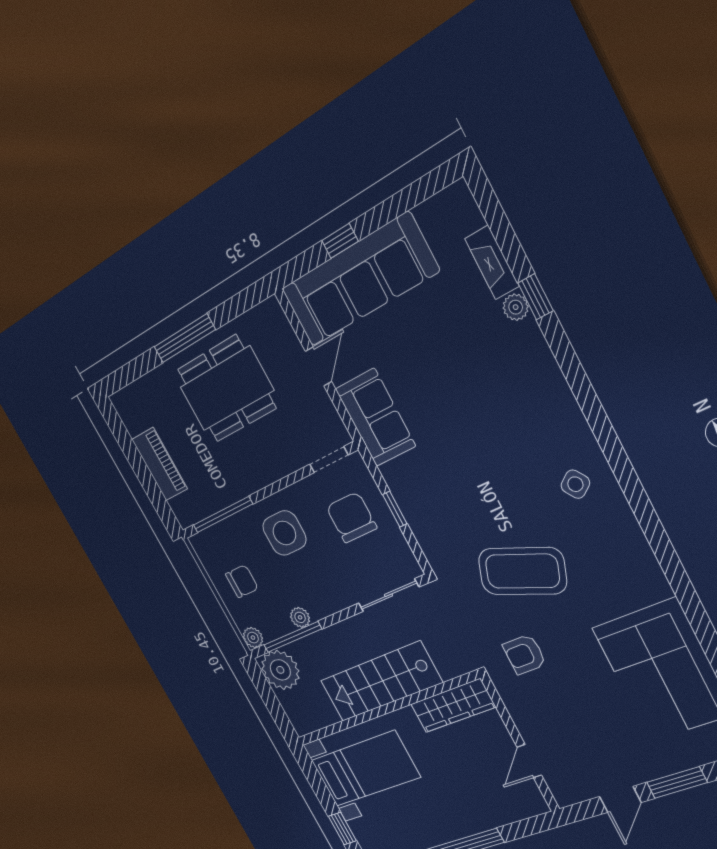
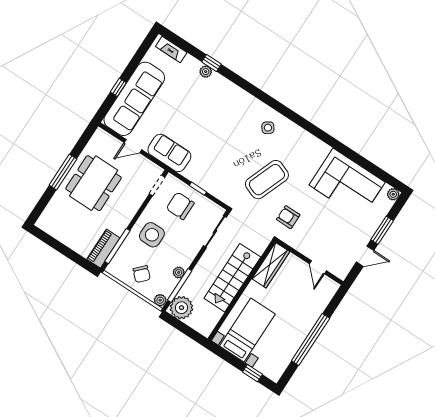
fireplace: (492, 262) -> (171, 49), moved
door: (318, 366) -> (133, 146), swing flipped
piano: (160, 464) -> (103, 249), moved, turned -90
chair: (242, 581) -> (142, 274), turned 134
armchair: (524, 654) -> (288, 217), turned 90
door: (620, 799) -> (365, 256), hinge flipped

